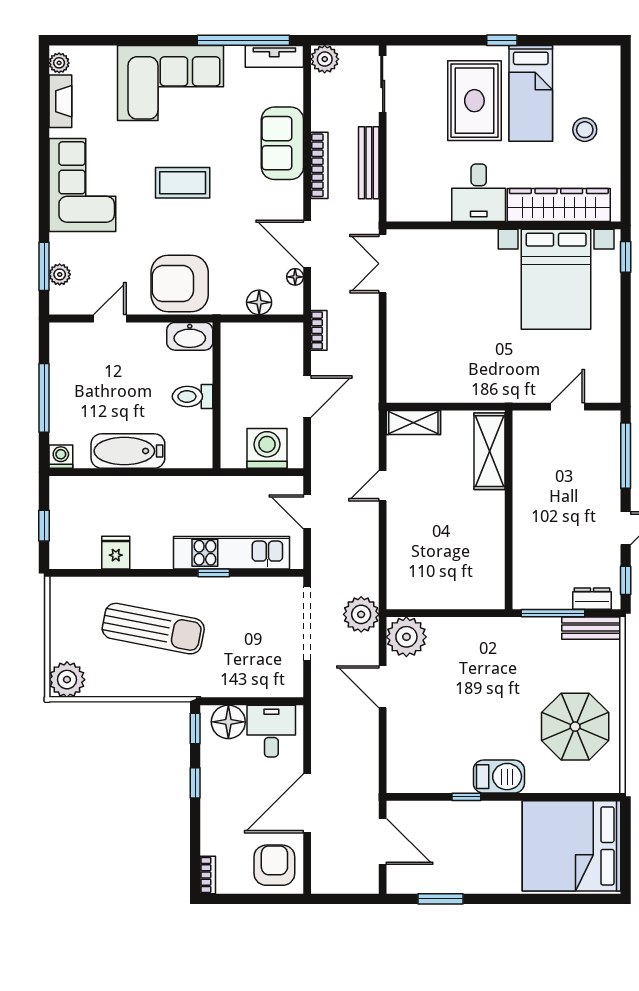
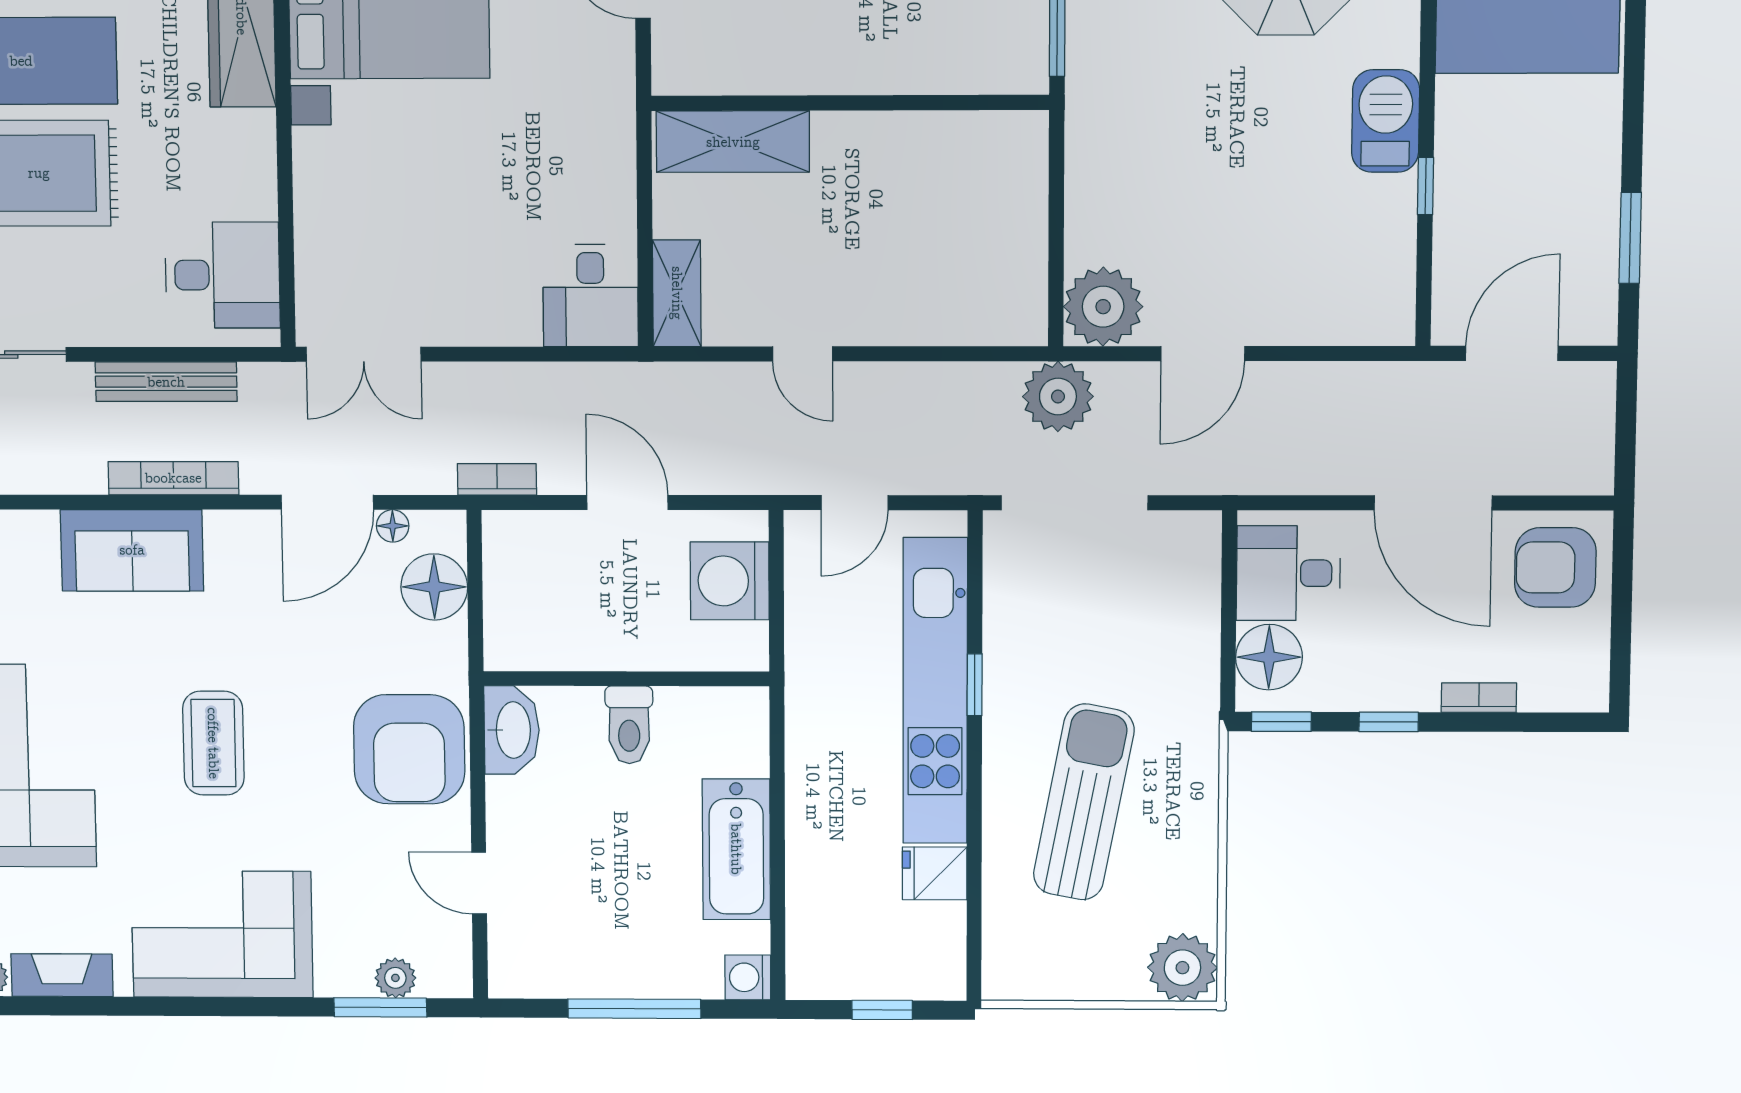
desk: (479, 193) -> (223, 275), moved
floor lamp: (259, 302) -> (434, 587), width x1.38, depth x1.38
desk: (412, 379) -> (590, 296), added
kitchen unit: (232, 553) -> (935, 691), width x1.36
bookcase: (208, 875) -> (1479, 698), moved

